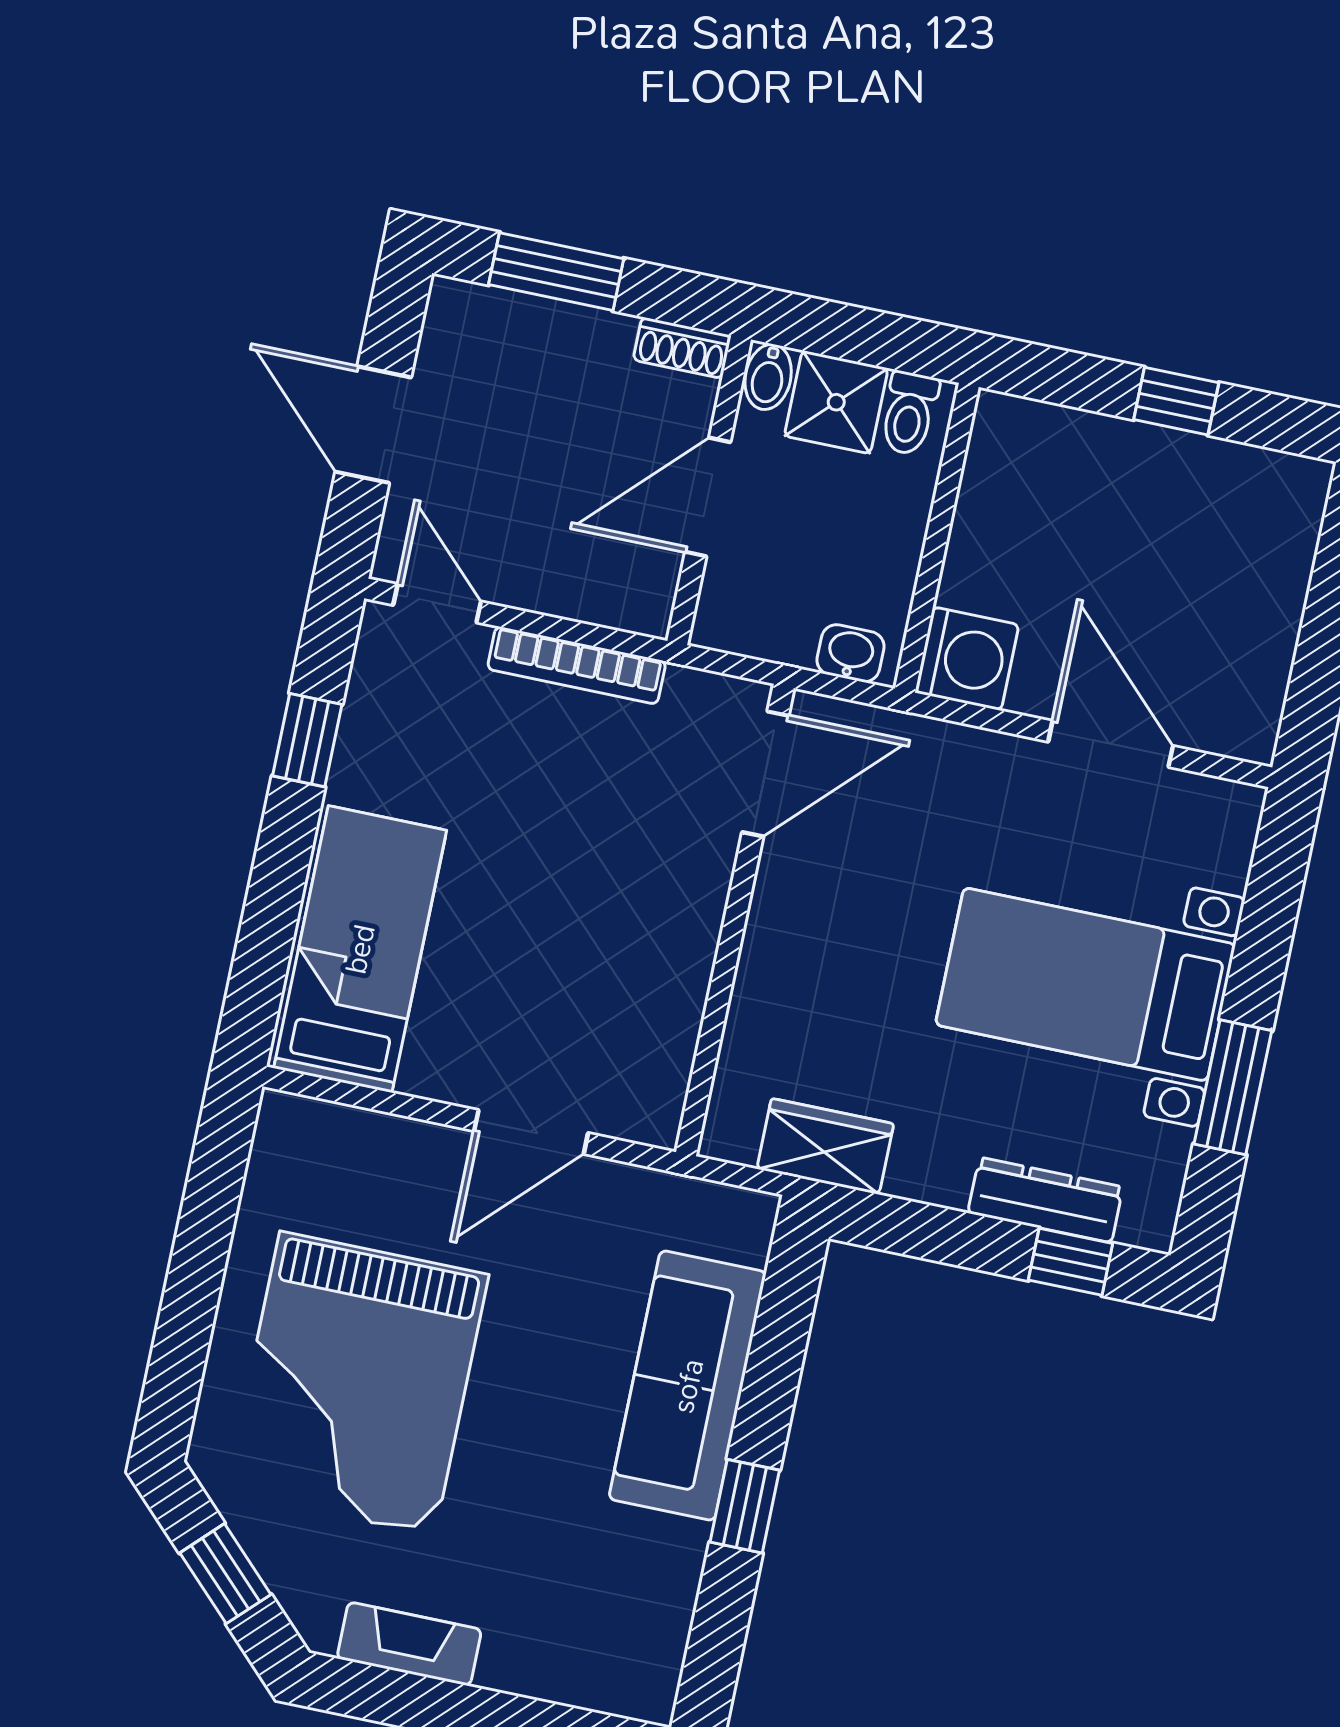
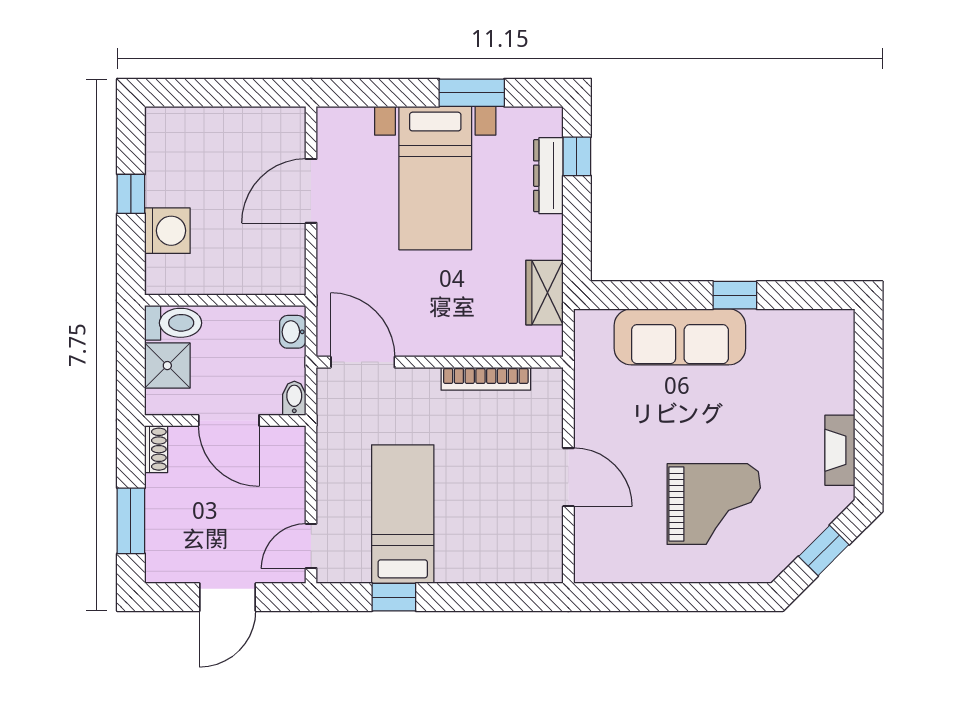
bidet: (768, 377) -> (294, 398), moved, turned -90
toilet: (909, 413) -> (173, 323), width x1.37, depth x1.39
washing machine: (967, 659) -> (167, 231), moved, turned 90
bookcase: (577, 665) -> (486, 379), moved, turned 90
bed: (360, 949) -> (403, 514), moved, turned 90
door: (531, 1132) -> (568, 477), moved
grand piano: (357, 1383) -> (714, 504), width x0.73, depth x0.68

